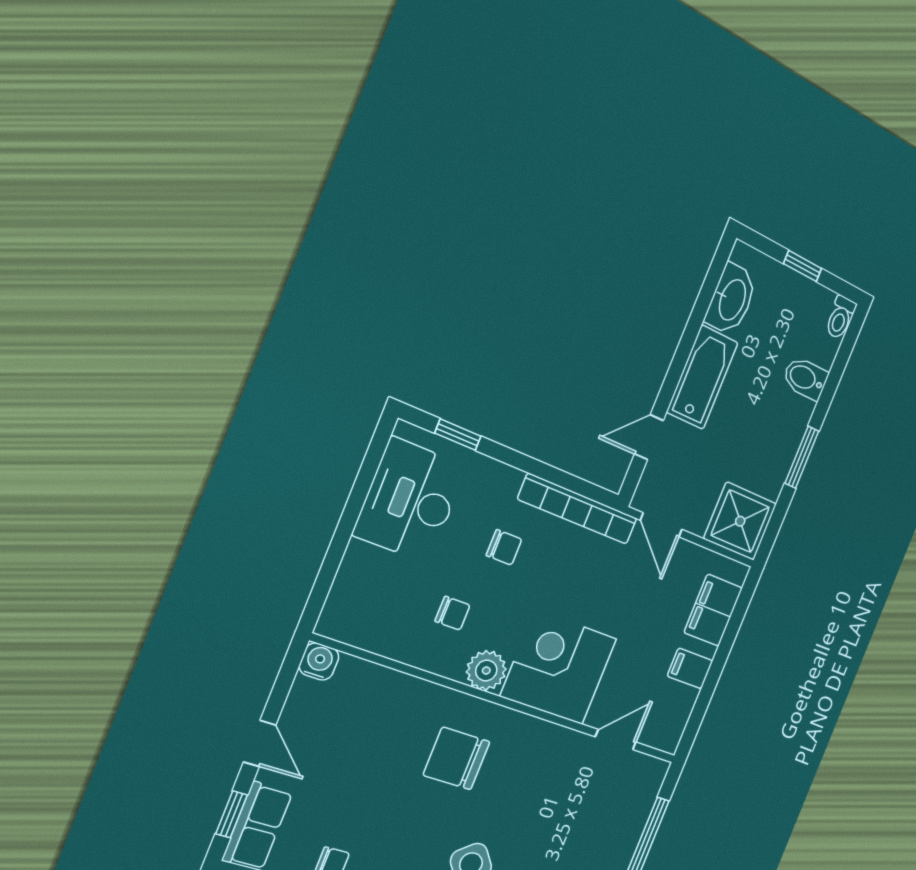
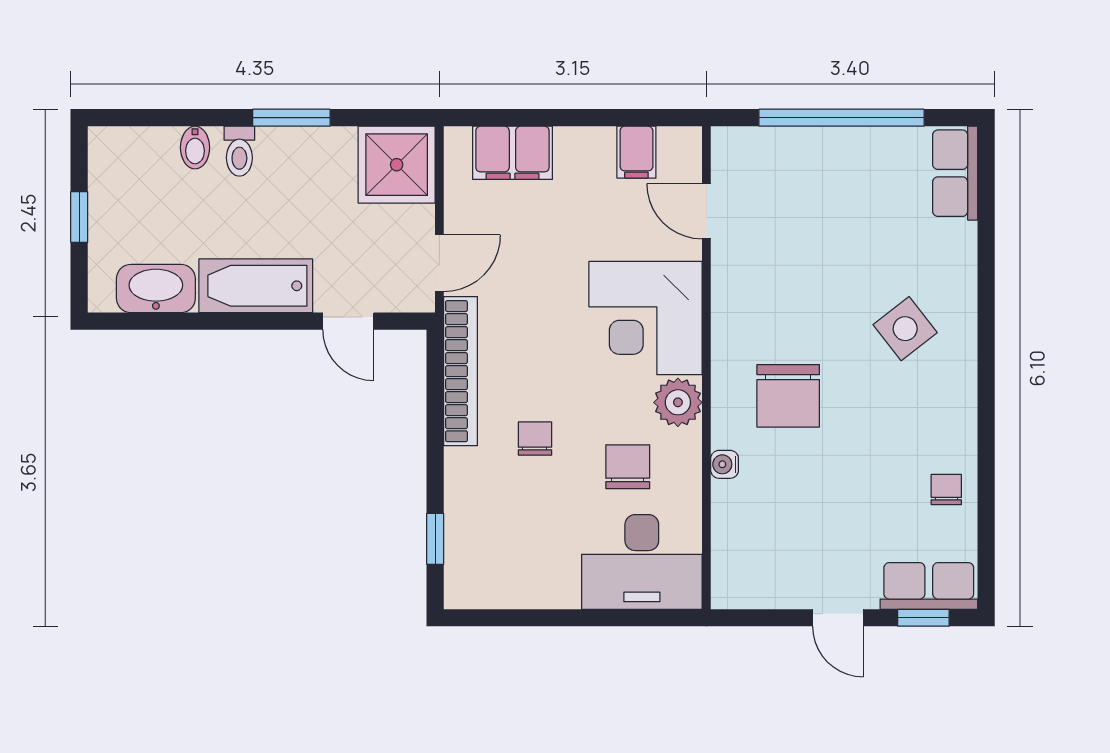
toilet: (840, 317) -> (239, 151), moved, turned 90
bidet: (805, 378) -> (195, 148), width x0.72, depth x0.74
desk: (410, 500) -> (642, 562), moved
chair: (452, 613) -> (628, 467), width x1.37, depth x1.37
water cooler: (319, 661) -> (725, 464), moved, width x0.72, depth x0.72
filing cabinet: (690, 668) -> (636, 152), moved
door: (260, 743) -> (838, 618), swing flipped

